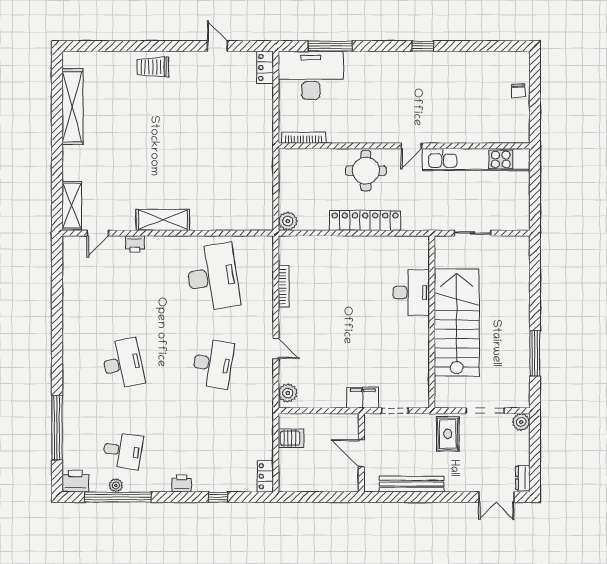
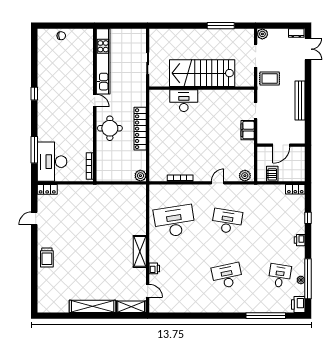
shelving: (72, 107) -> (93, 306), moved
door: (361, 453) -> (281, 145), moved
wall: (361, 453) -> (281, 145), moved

